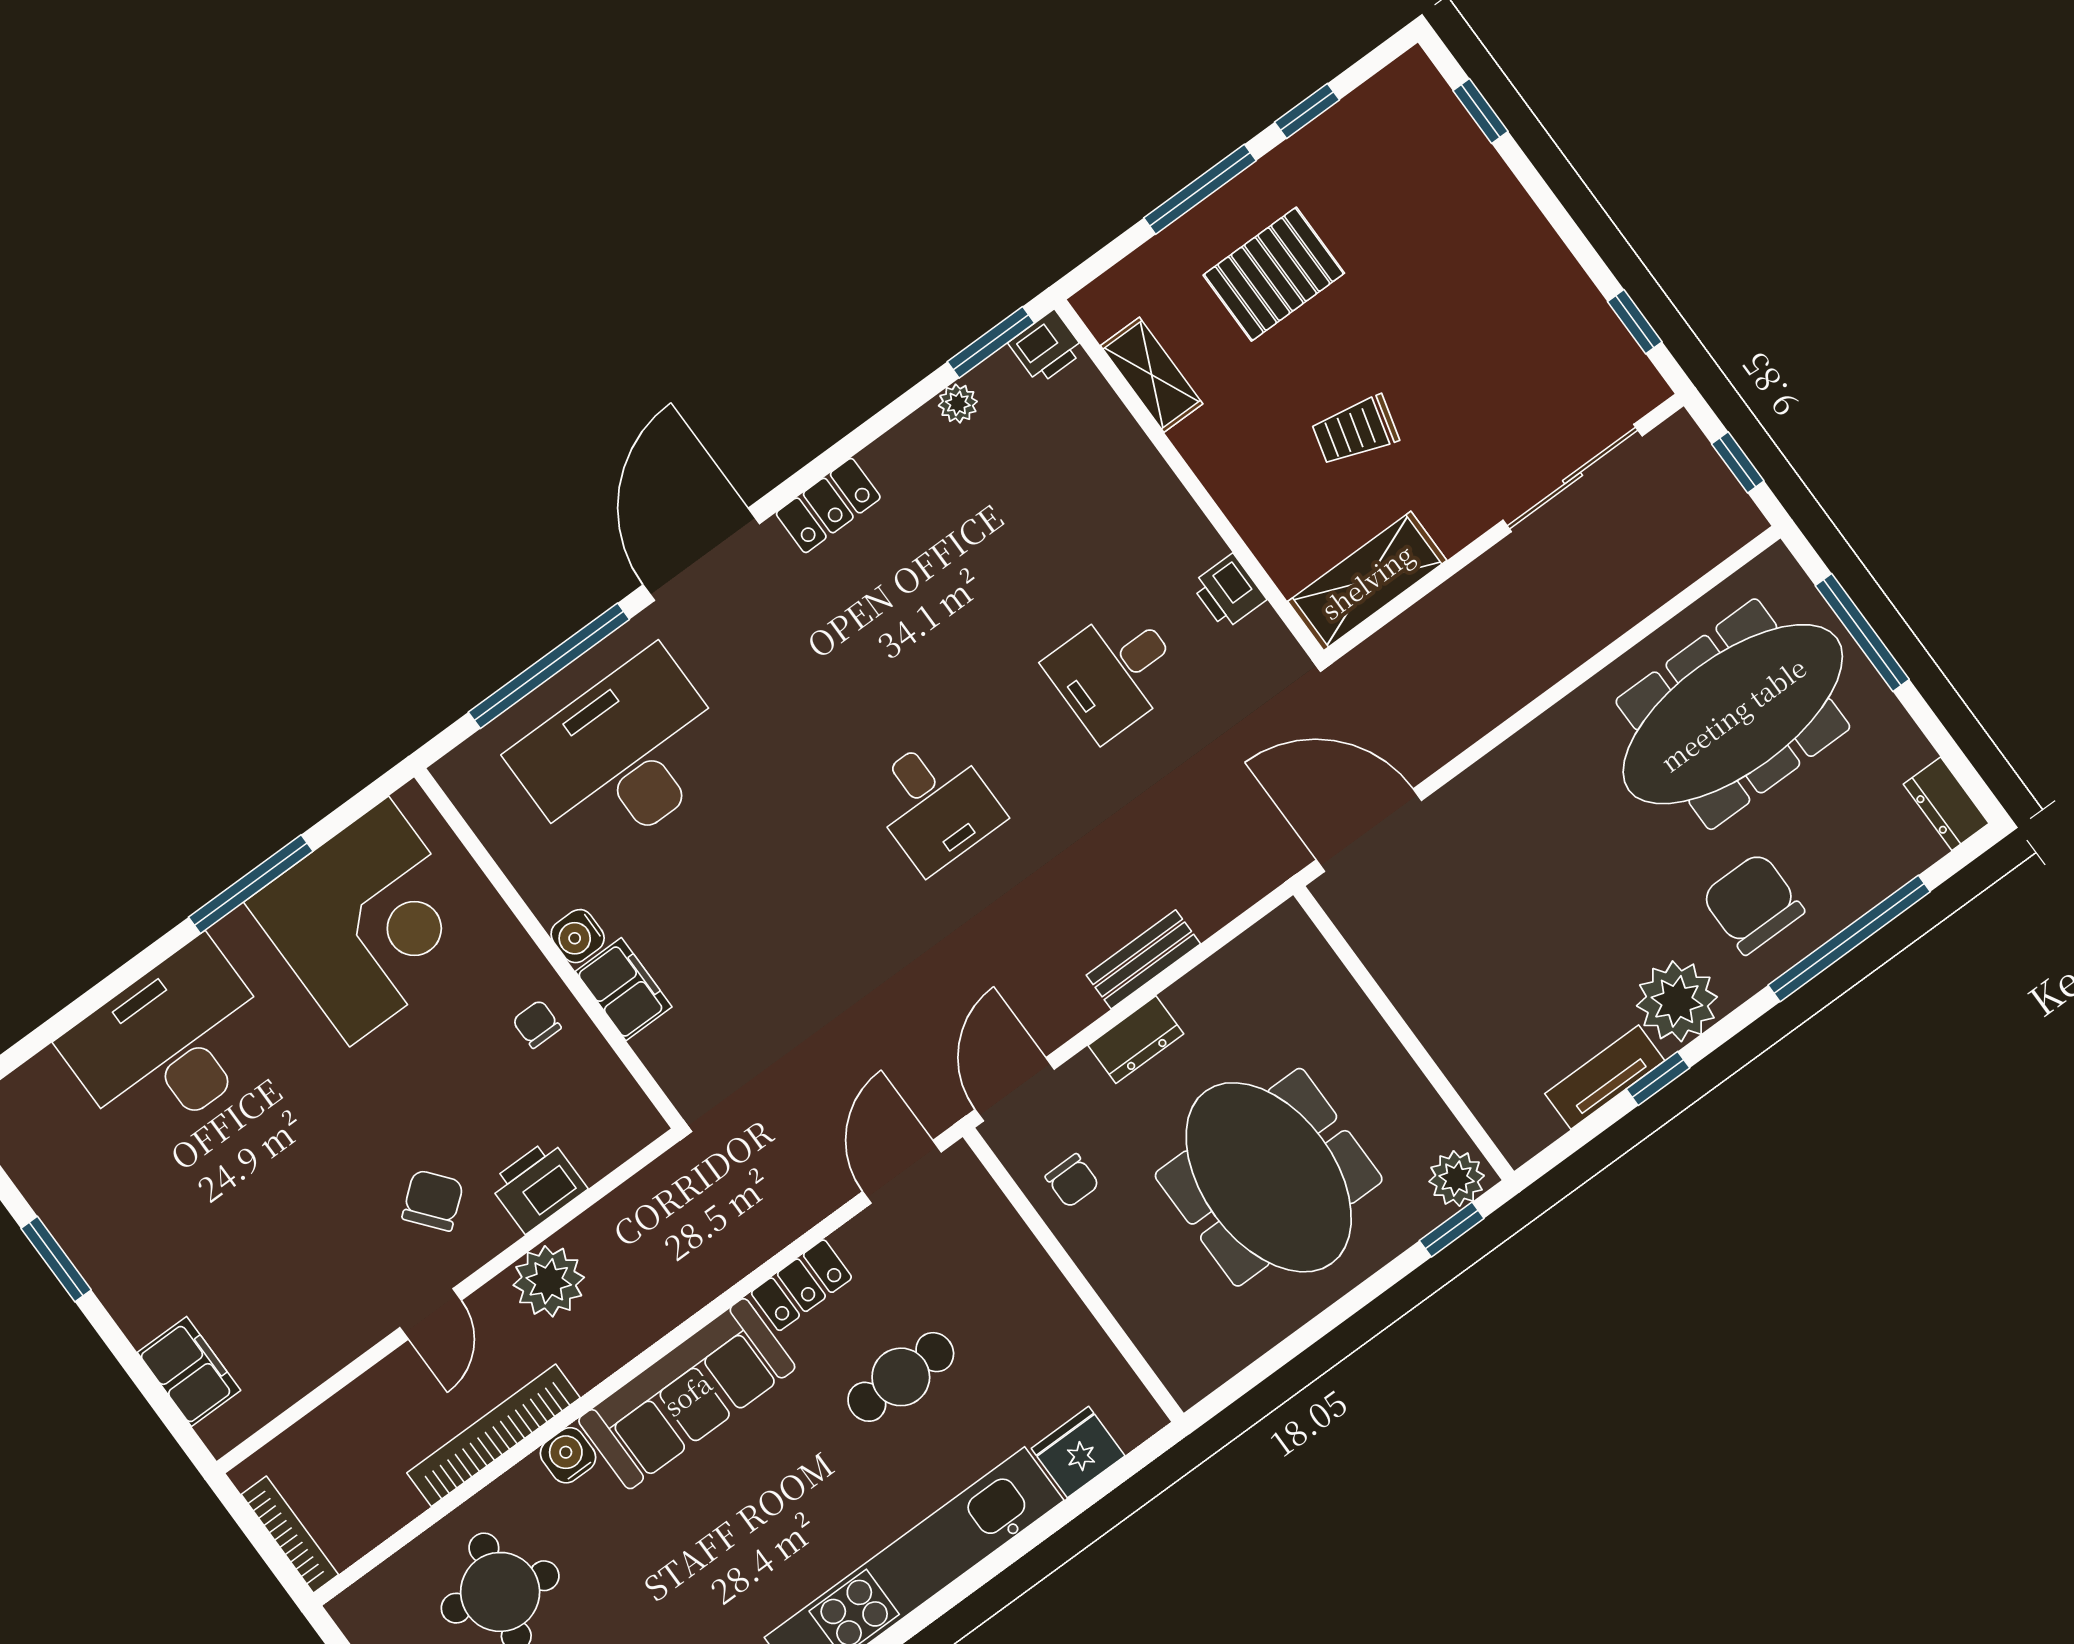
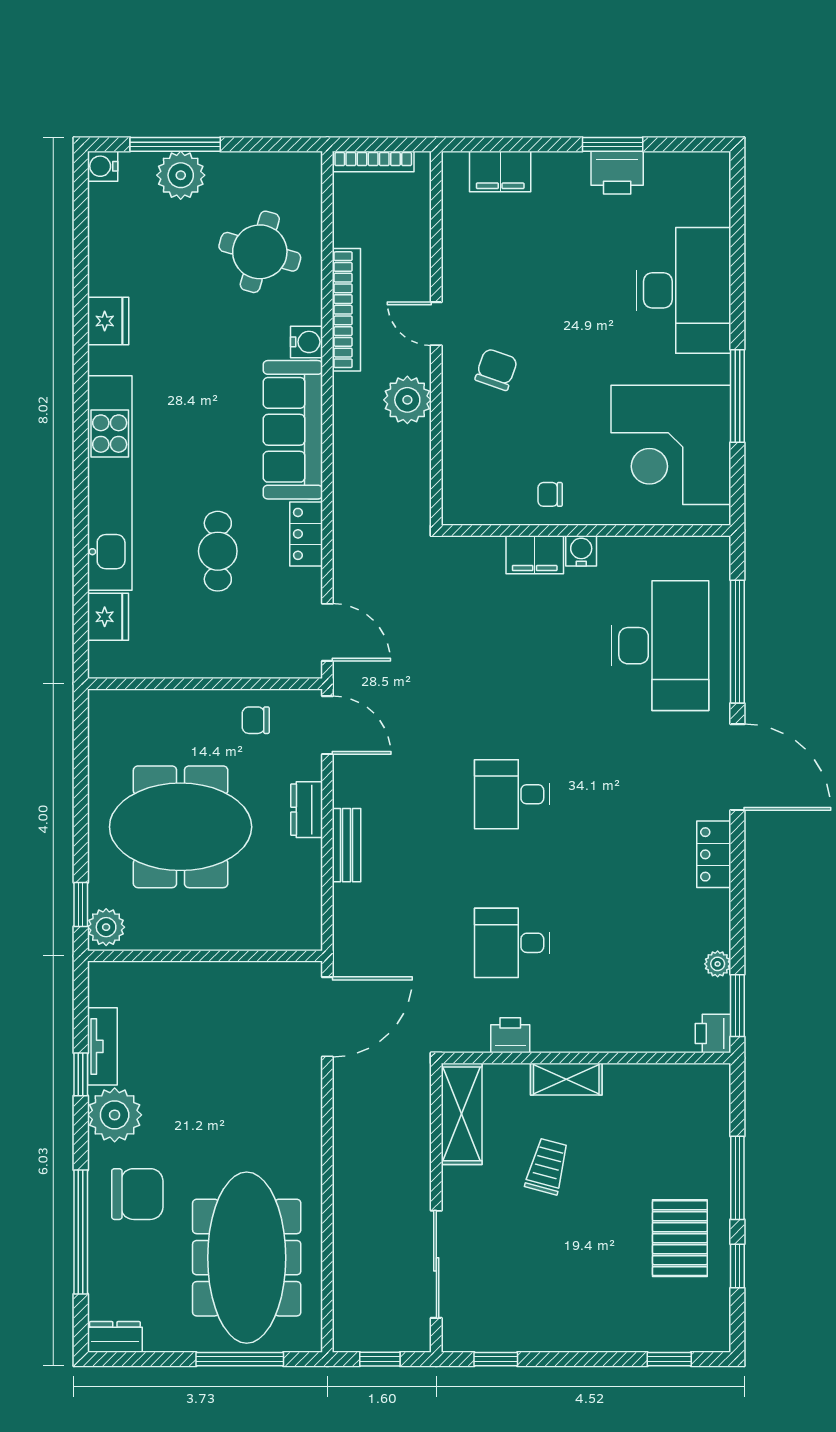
pallet: (1274, 274) -> (680, 1238), moved
shelving: (1152, 375) -> (566, 1079), moved
desk: (1115, 672) -> (512, 943), turned -90
chair: (537, 1024) -> (550, 494), turned 180
printer: (538, 1186) -> (617, 173), moved, turned 90
chair: (433, 1200) -> (496, 369), turned -122

